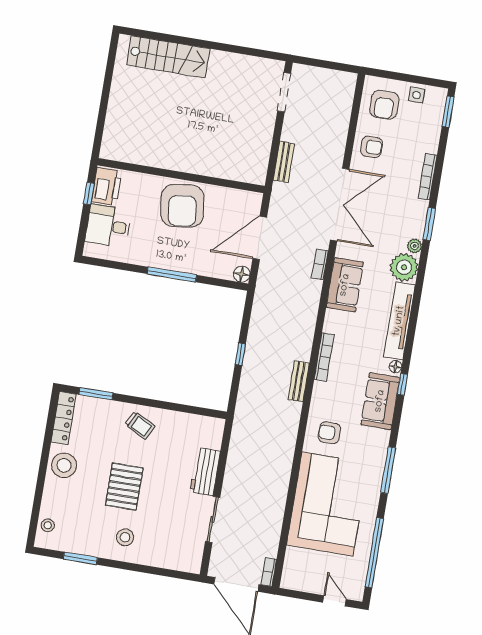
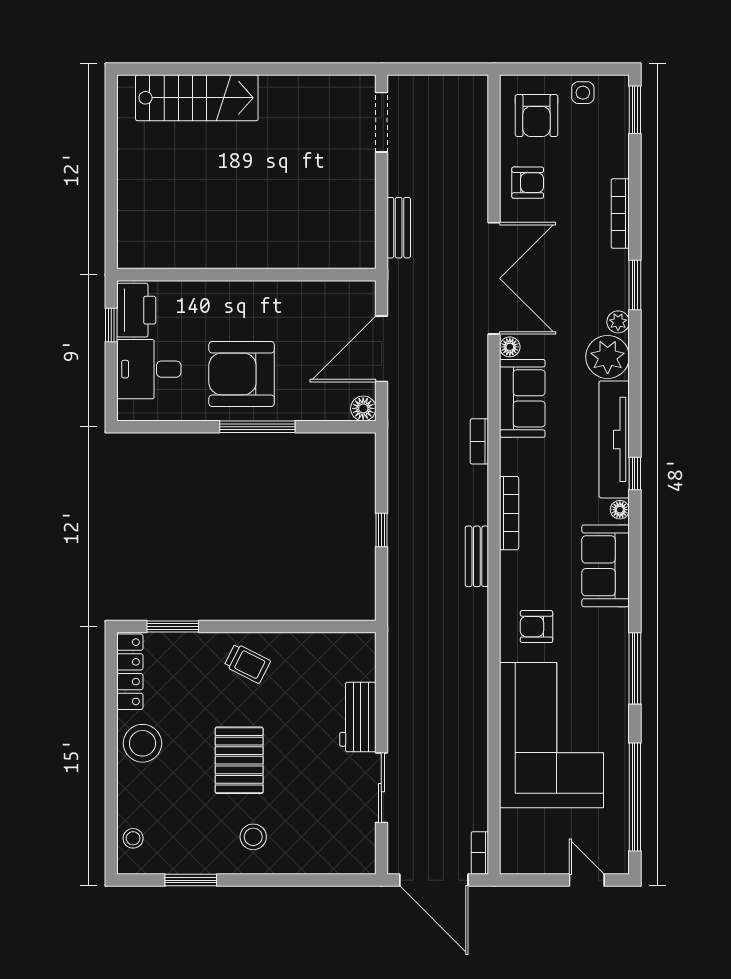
armchair: (182, 206) -> (242, 374), moved, turned 98
floor lamp: (342, 250) -> (510, 347), added
bookcase: (320, 264) -> (479, 441), moved
window: (402, 384) -> (635, 473), moved

